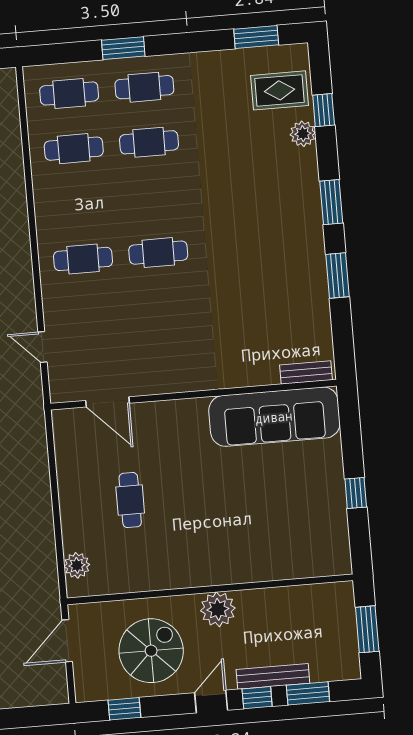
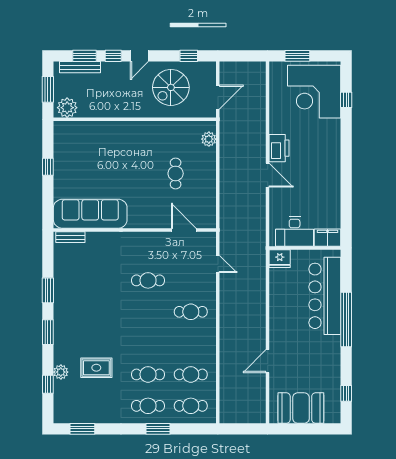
rug: (279, 90) -> (96, 368), moved
cafe table: (158, 253) -> (148, 280), moved
plant: (218, 609) -> (67, 108), moved
bench: (273, 676) -> (80, 67), moved

